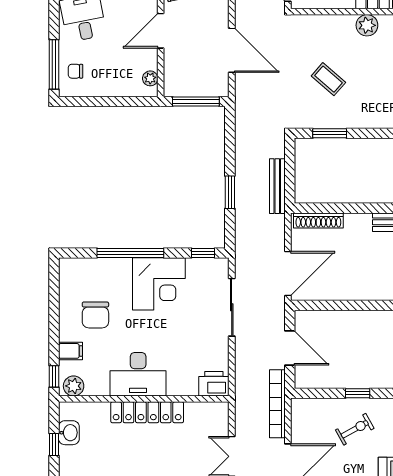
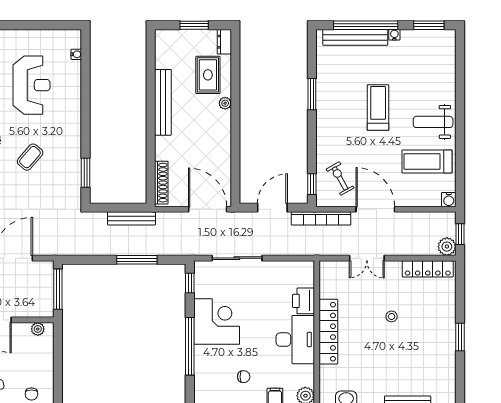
coffee table: (328, 79) -> (30, 157), moved
window: (230, 192) -> (137, 260), width x1.44
chair: (95, 315) -> (244, 377), width x0.54, depth x0.54
printer: (214, 384) -> (304, 301), moved
window: (358, 393) -> (312, 184), moved
exercise bike: (355, 429) -> (340, 178), moved

